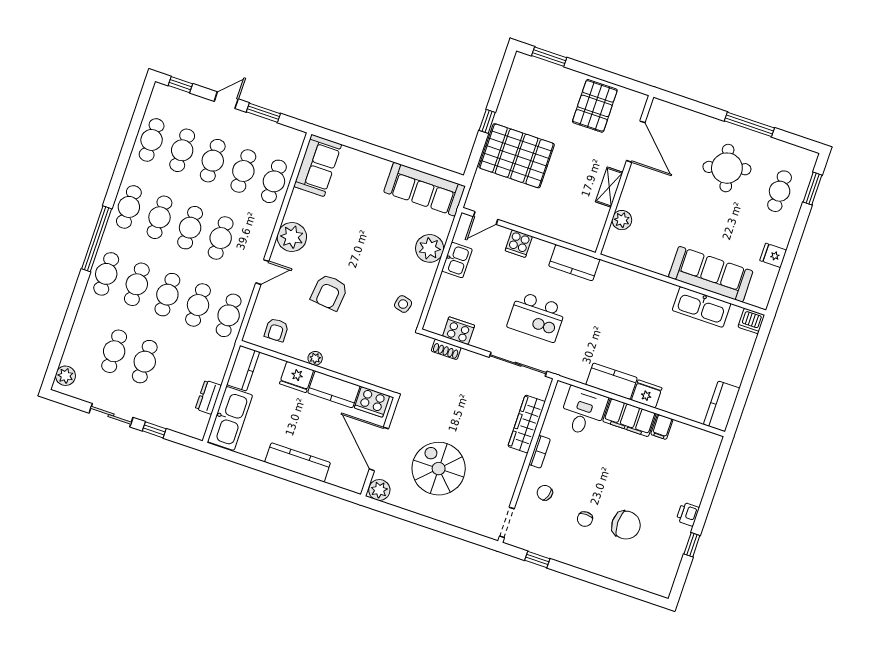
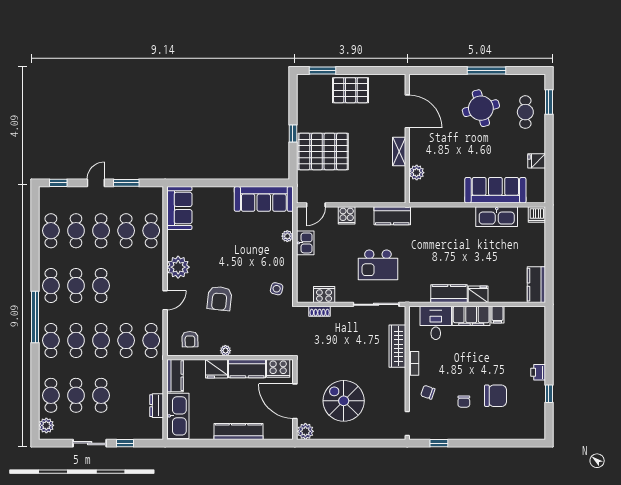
pallet: (595, 106) -> (351, 90), moved, turned 90
cafe table: (221, 238) -> (51, 395), moved
plant: (430, 248) -> (287, 236), width x0.53, depth x0.53

